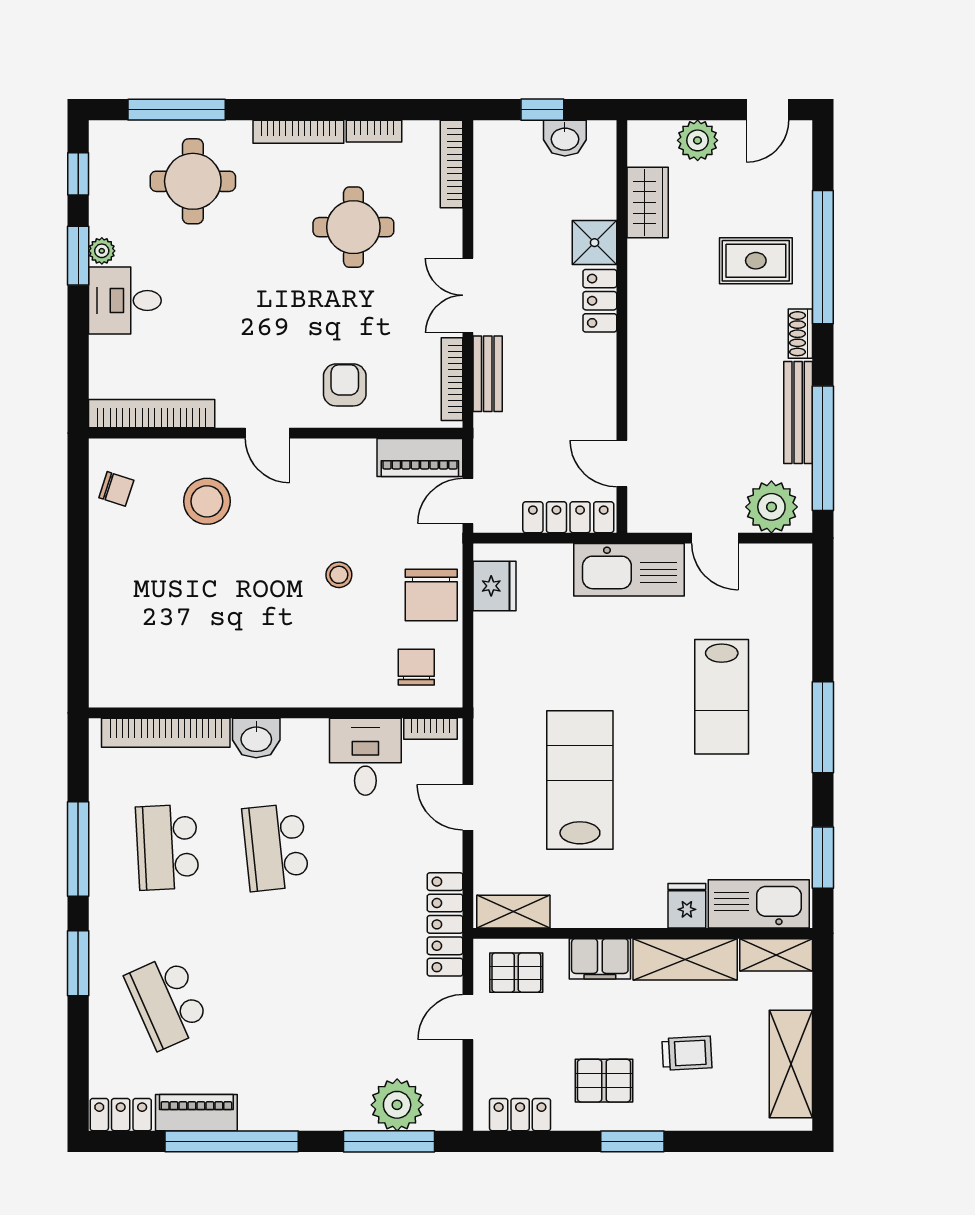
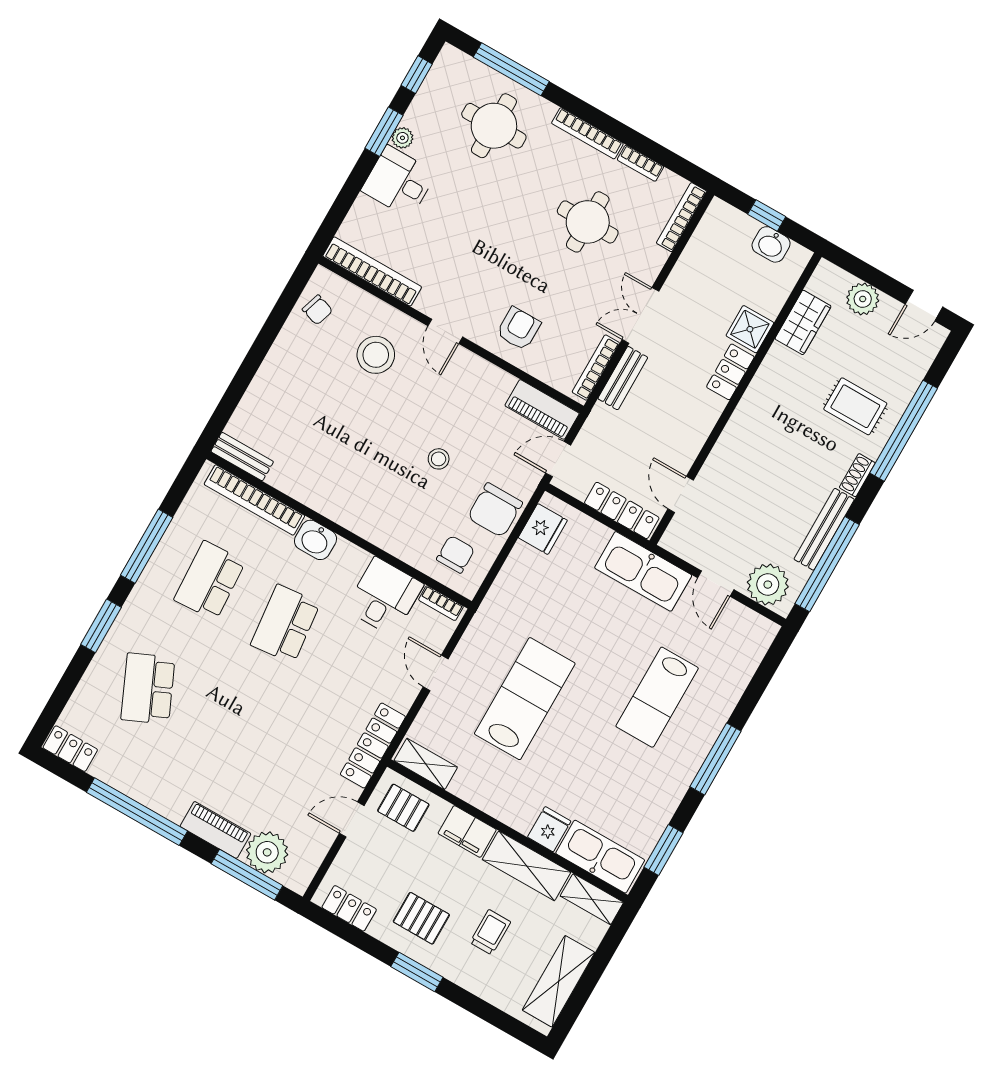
bench: (126, 694) -> (242, 457), added
trolley: (687, 1053) -> (490, 932), turned -87
piano: (196, 1113) -> (215, 830), moved

